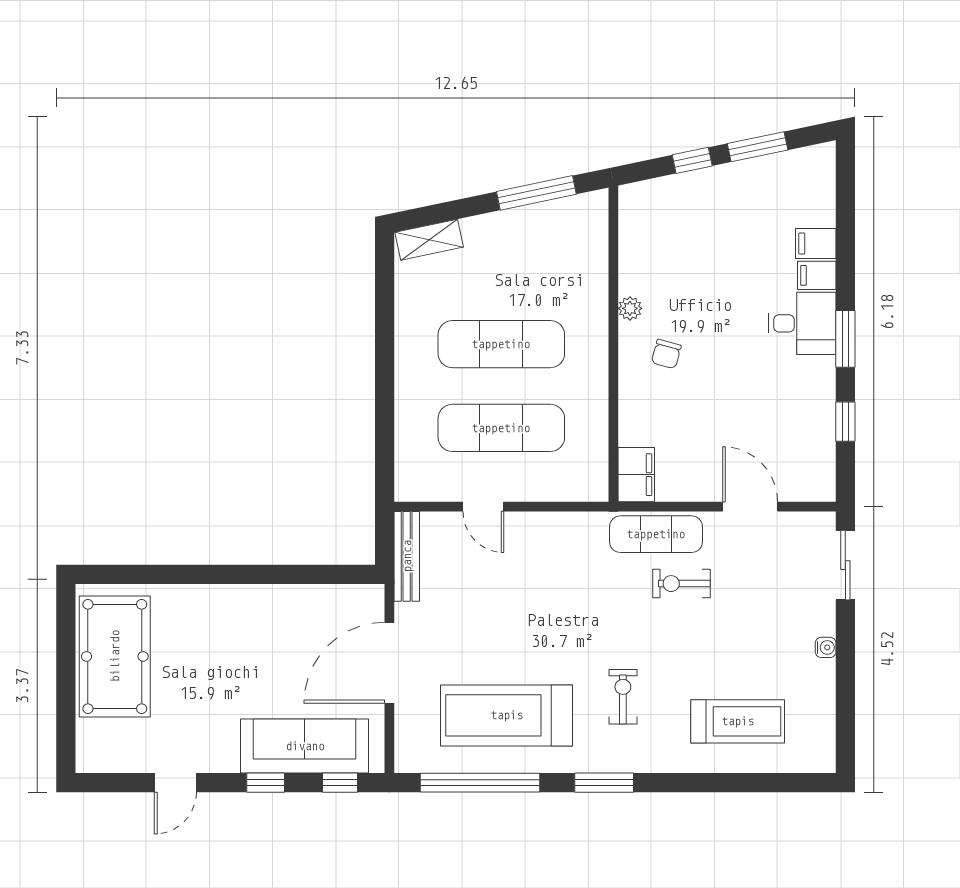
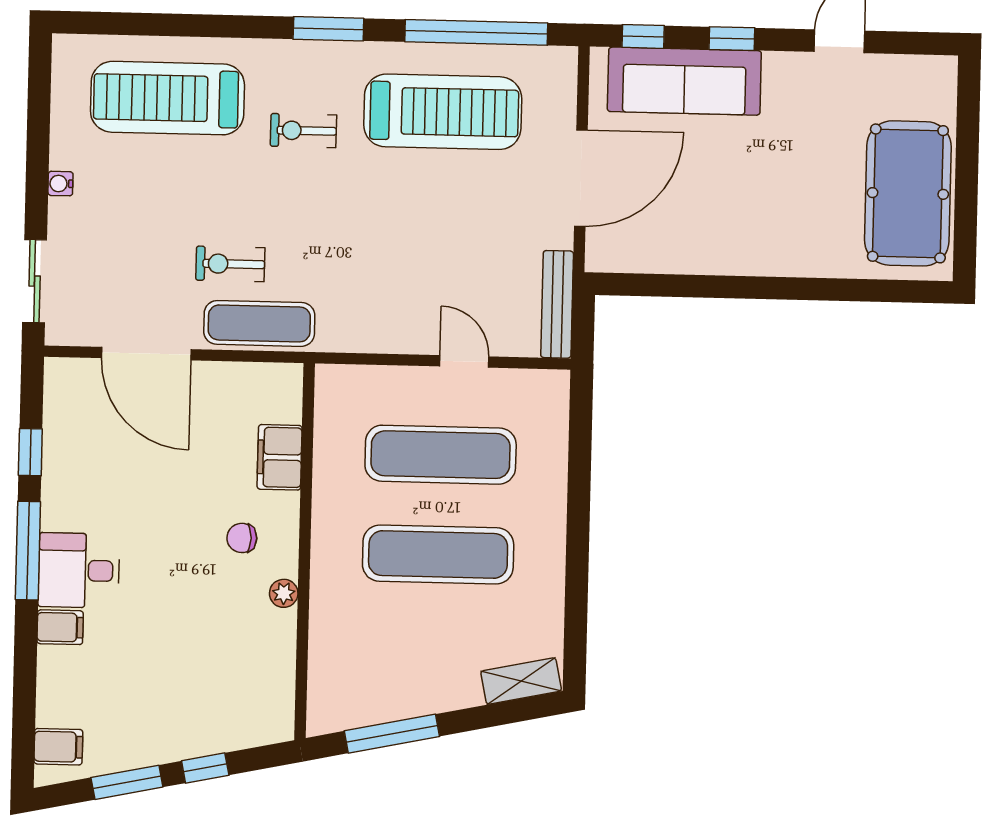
filing cabinet: (816, 244) -> (58, 747), moved
window: (845, 339) -> (28, 551), width x1.44
chair: (666, 354) -> (242, 538), turned -105
filing cabinet: (636, 475) -> (280, 457), moved
door: (750, 507) -> (146, 354), width x1.36
exercise bike: (681, 584) -> (230, 264), turned 180
exercise bike: (623, 697) -> (303, 131), turned 90
treadmill: (738, 721) -> (167, 98), width x1.37, depth x1.38

